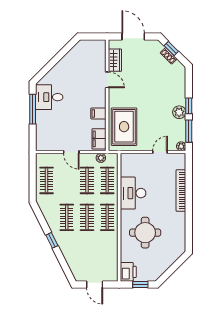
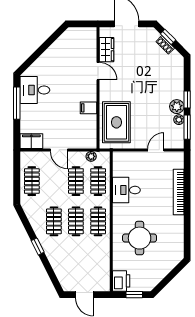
filing cabinet: (99, 139) -> (31, 141), moved, turned 90
plant: (181, 146) -> (179, 120), moved
desk: (133, 193) -> (126, 190), width x0.73

